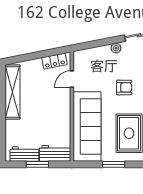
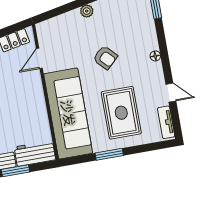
armchair: (124, 87) -> (105, 58), turned 46

